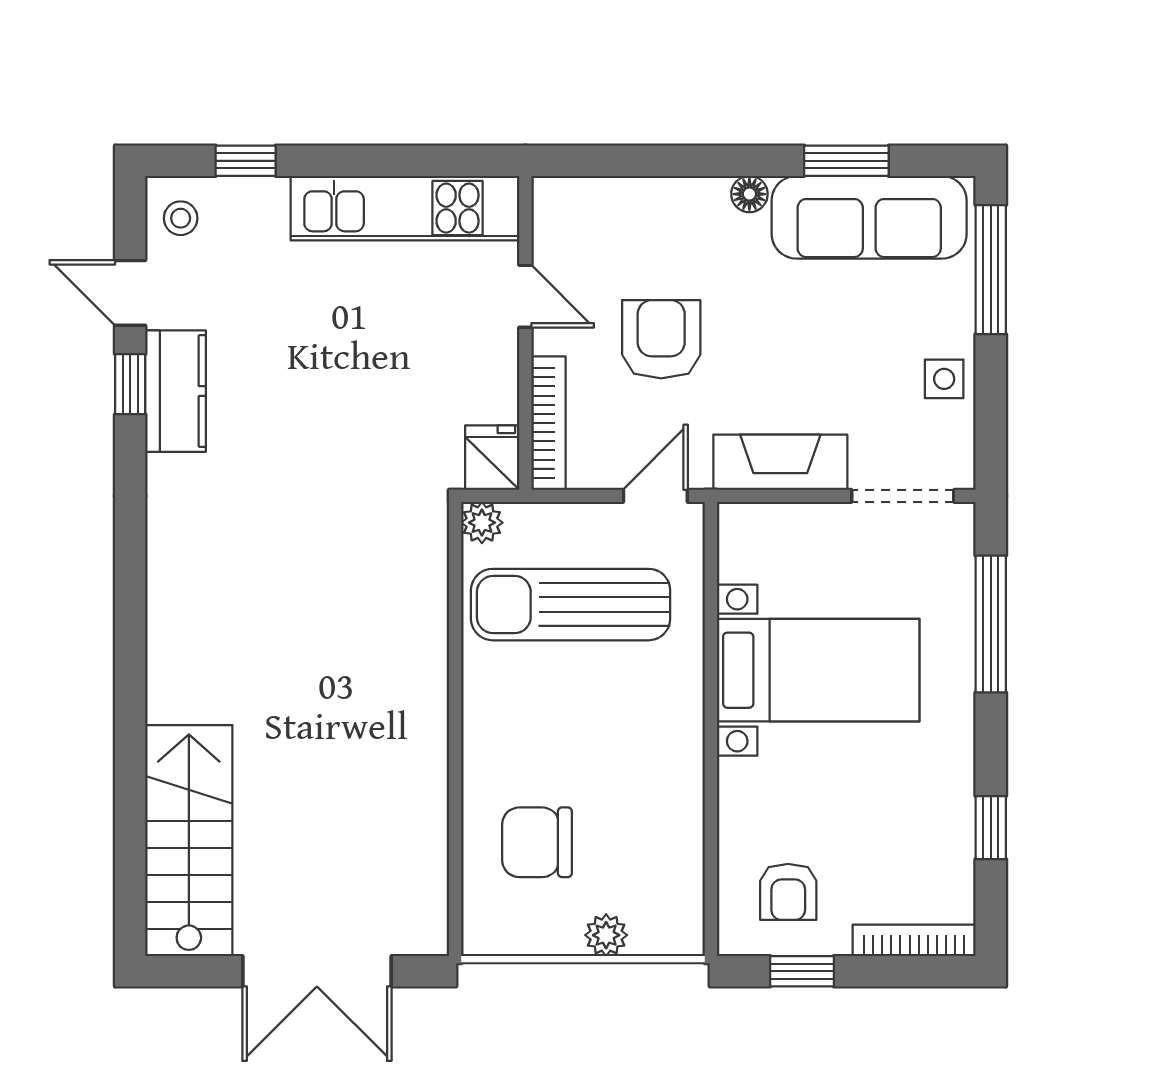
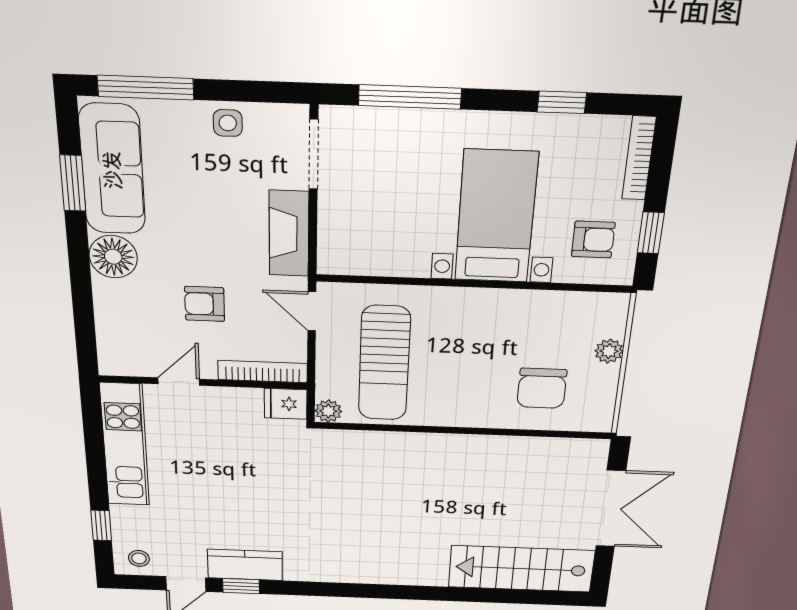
floor lamp: (749, 194) -> (113, 257), width x1.89, depth x1.89
armchair: (661, 339) -> (205, 304), width x0.72, depth x0.72
bed with nightstands: (818, 670) -> (496, 217), moved

